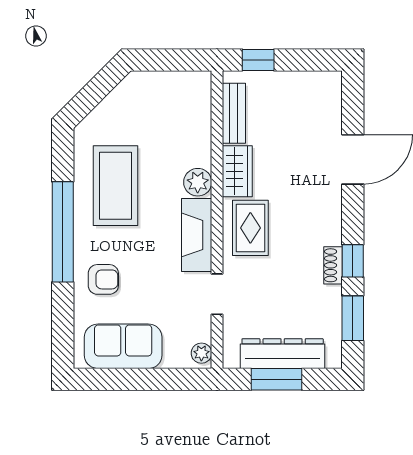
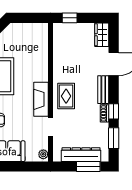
bench: (234, 113) -> (103, 90), moved
wardrobe: (237, 171) -> (102, 35), moved, turned 180
plant: (198, 182) -> (42, 75), removed
window: (276, 379) -> (88, 167), moved

